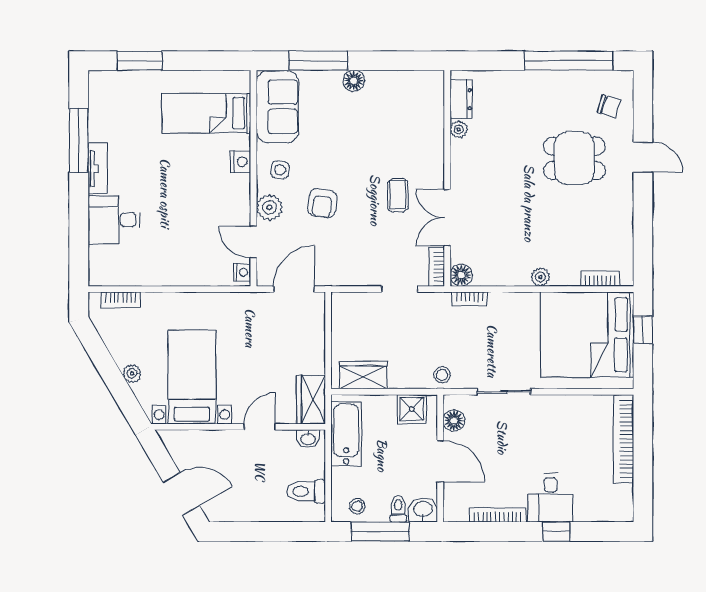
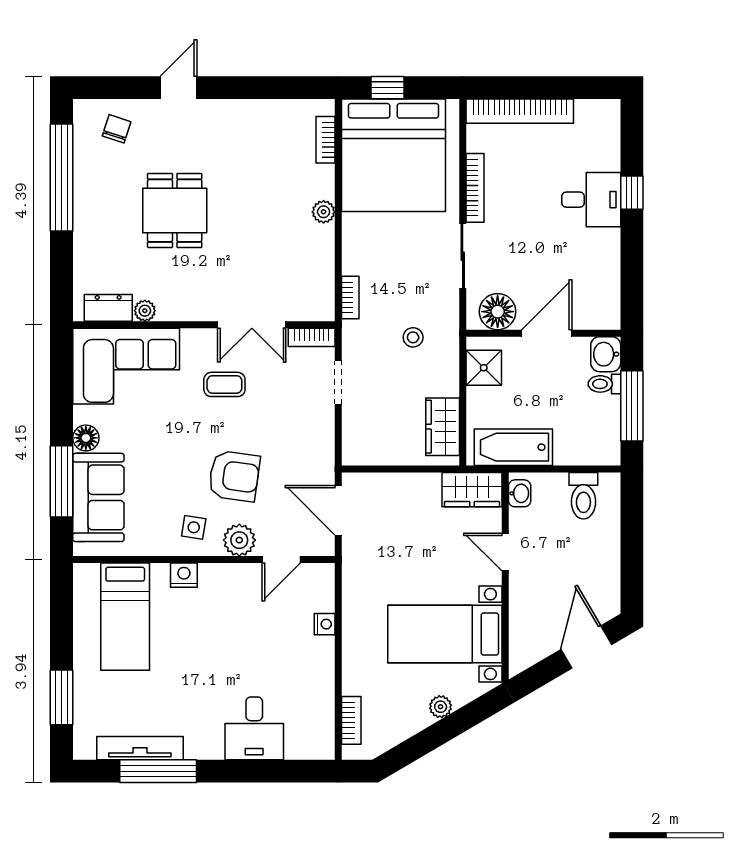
sofa: (277, 107) -> (98, 497), moved, turned 90
corner sofa: (413, 114) -> (126, 366), added
dining table: (574, 158) -> (175, 211), moved
tv unit: (98, 169) -> (140, 748), moved, width x1.41
armchair: (322, 203) -> (234, 476), width x1.38, depth x1.38
nightstand: (242, 272) -> (325, 624), moved, turned 90
floor lamp: (461, 275) -> (321, 308), removed
stool: (442, 375) -> (413, 337), moved
floor lamp: (454, 421) -> (498, 312), width x1.38, depth x1.38
stool: (357, 506) -> (601, 434), removed
bookcase: (498, 515) -> (475, 188), moved, turned 180

